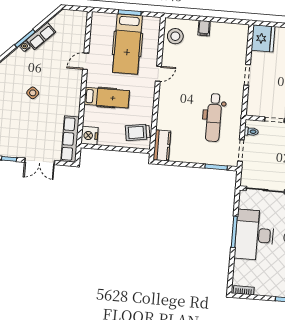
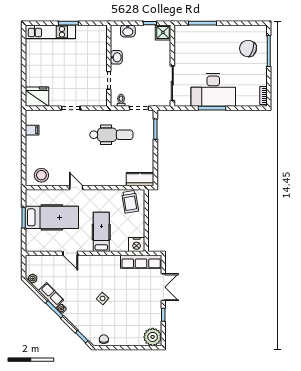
plant: (61, 17) -> (33, 279), added
filing cabinet: (204, 28) -> (32, 130), moved

